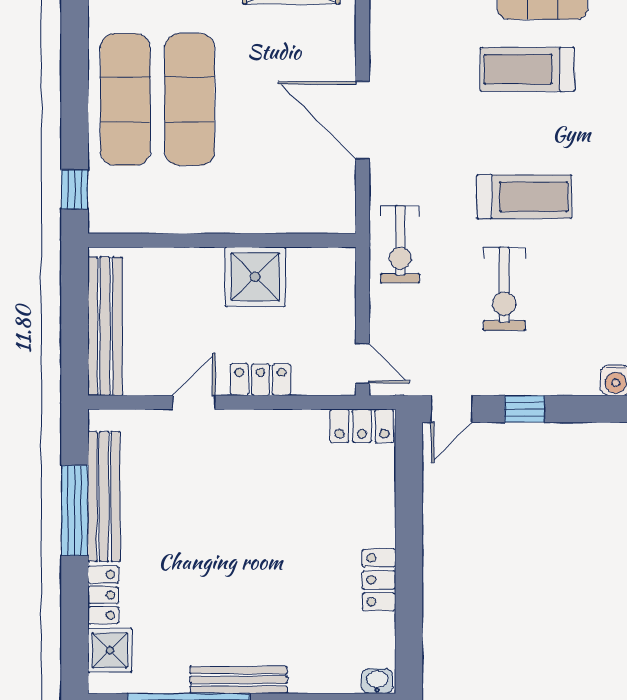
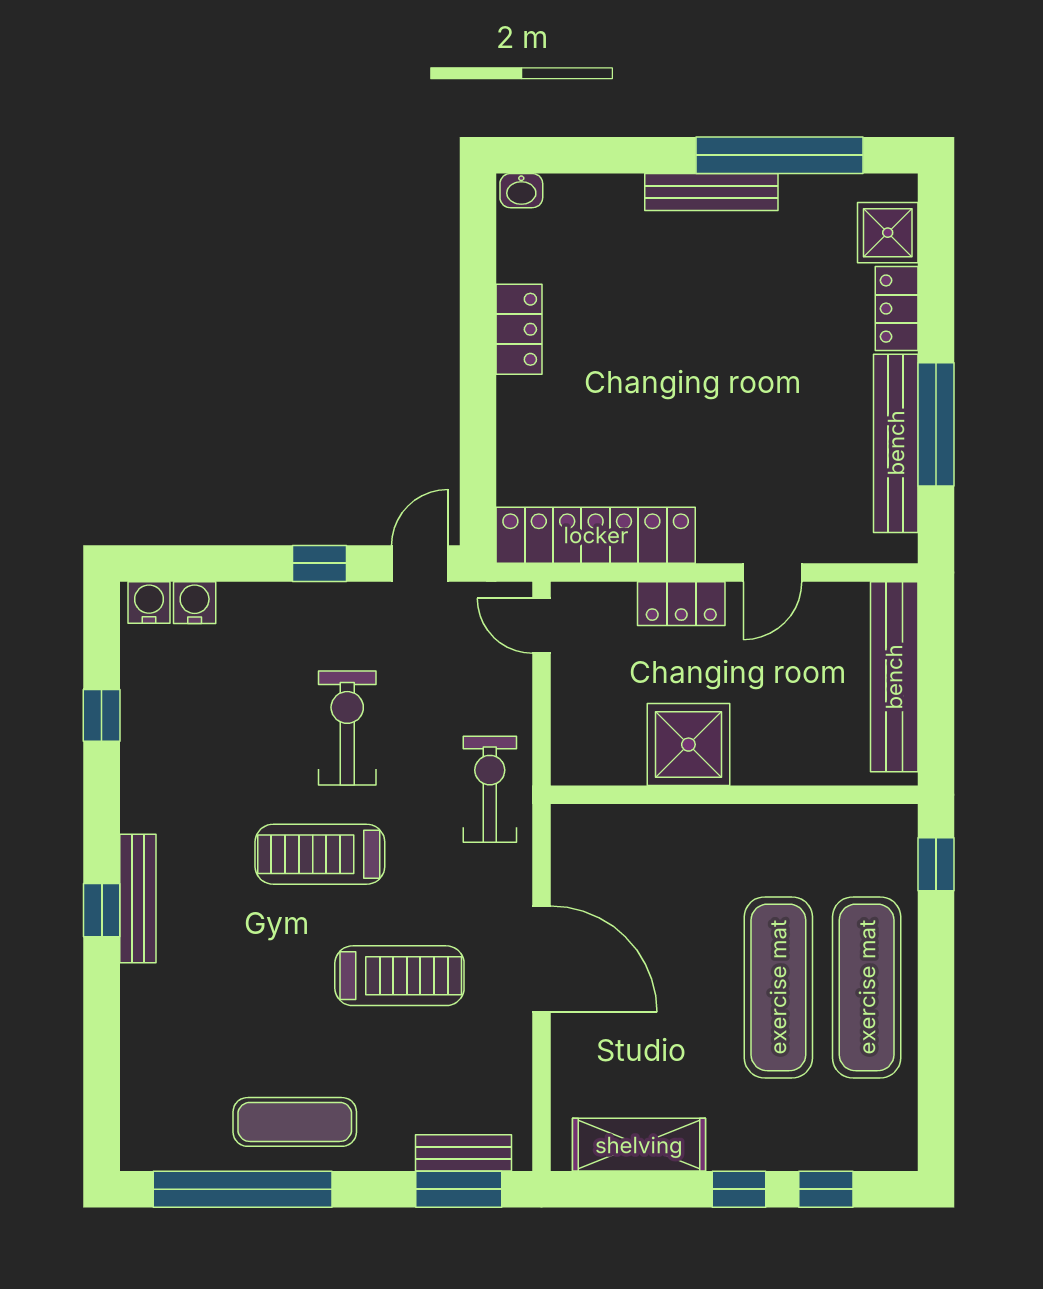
treadmill: (527, 69) -> (399, 976), moved
locker: (362, 426) -> (596, 535), width x2.16, depth x1.21

